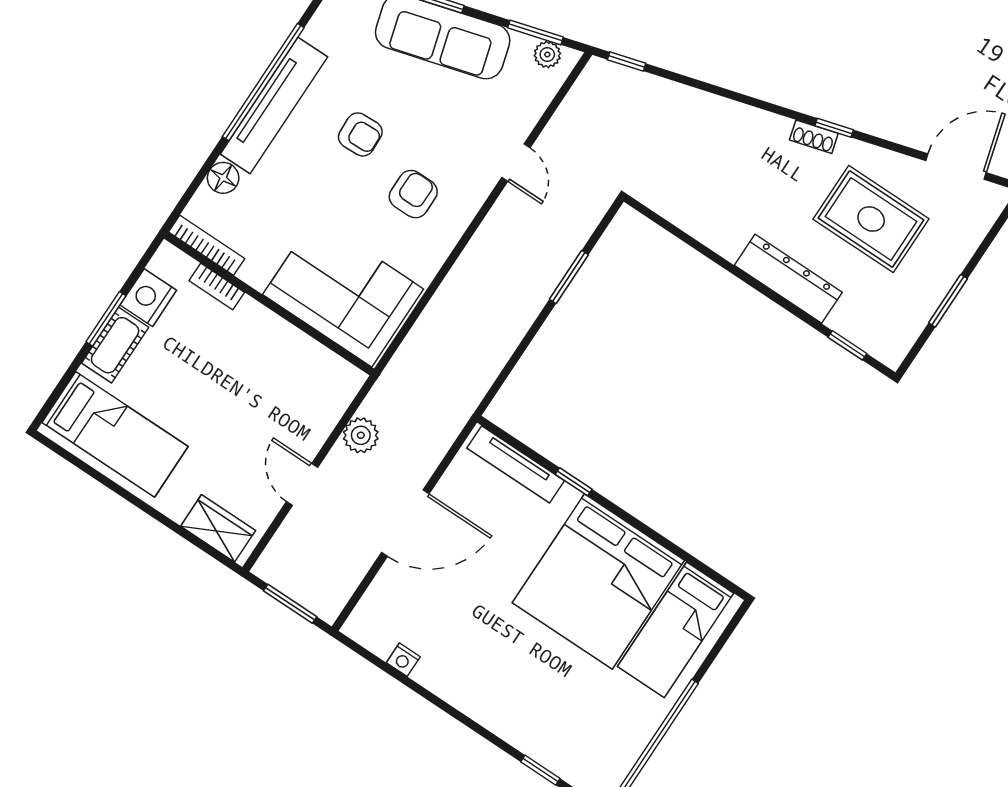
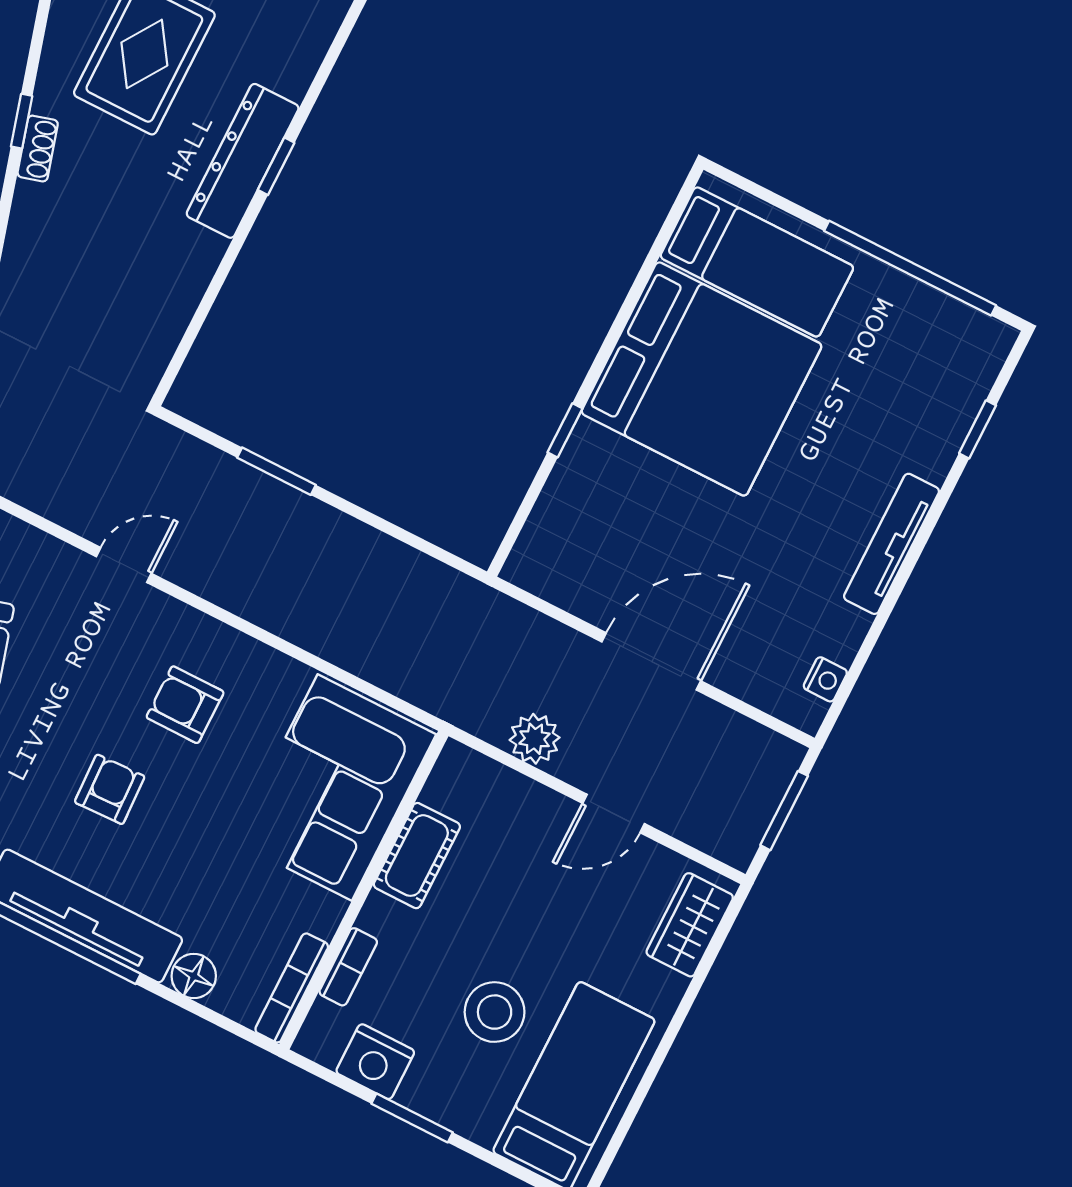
cot: (115, 345) -> (417, 856), moved, turned 90
window: (847, 345) -> (276, 166), moved
stool: (173, 385) -> (495, 1012), added
tv unit: (516, 464) -> (892, 544), moved, turned 180
door: (405, 523) -> (651, 661), hinge flipped
nightstand: (403, 660) -> (825, 679), moved

